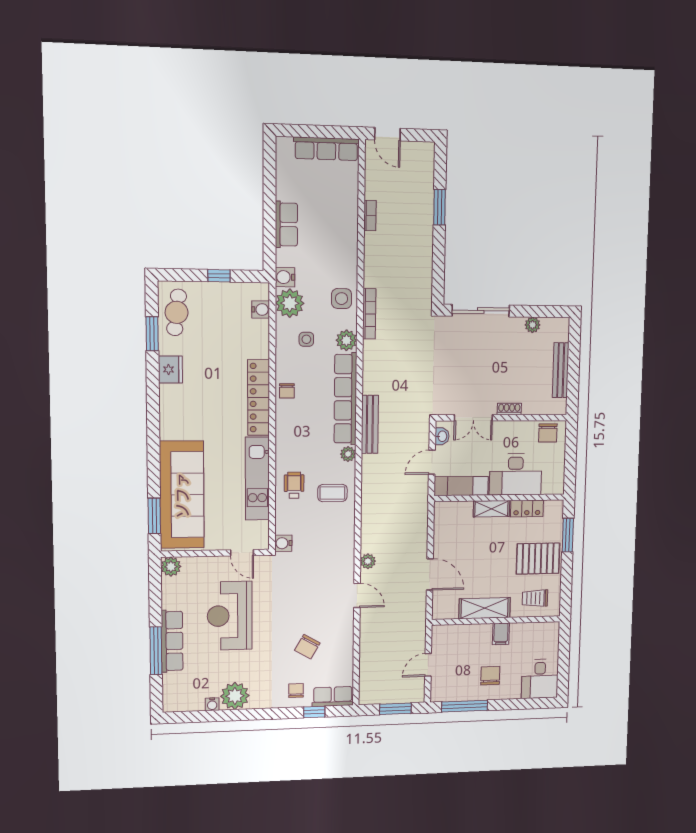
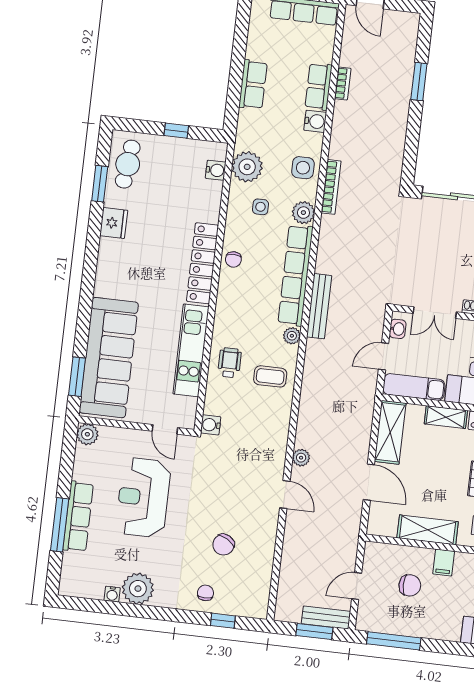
water cooler: (285, 277) -> (315, 121), moved, turned 180
shelving: (444, 528) -> (390, 432), added
chair: (490, 676) -> (410, 585), moved, turned 90
bench: (404, 696) -> (326, 618), added
row of seats: (333, 697) -> (319, 87), moved, turned -90

